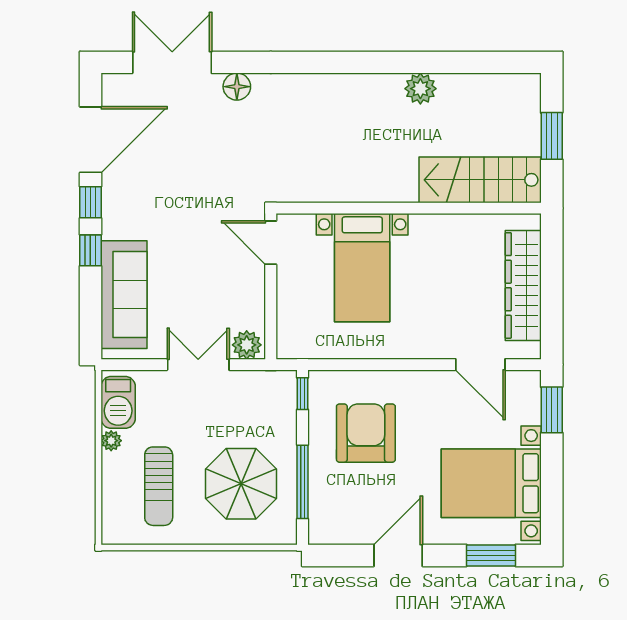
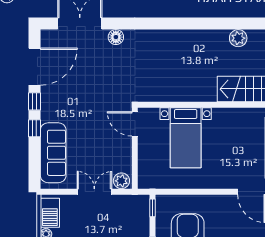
plant: (420, 89) -> (238, 38), moved

